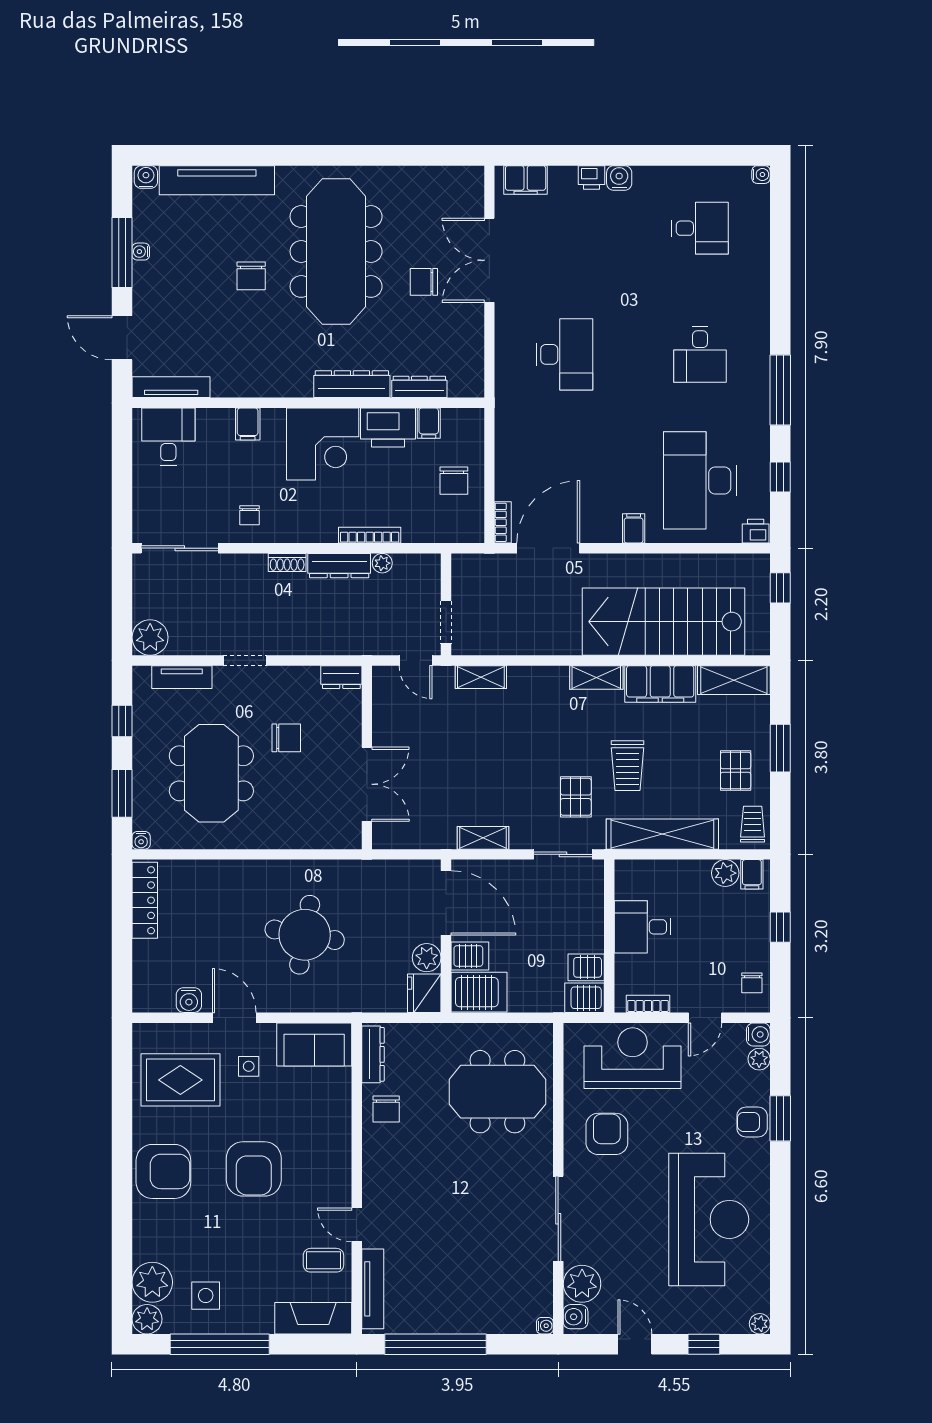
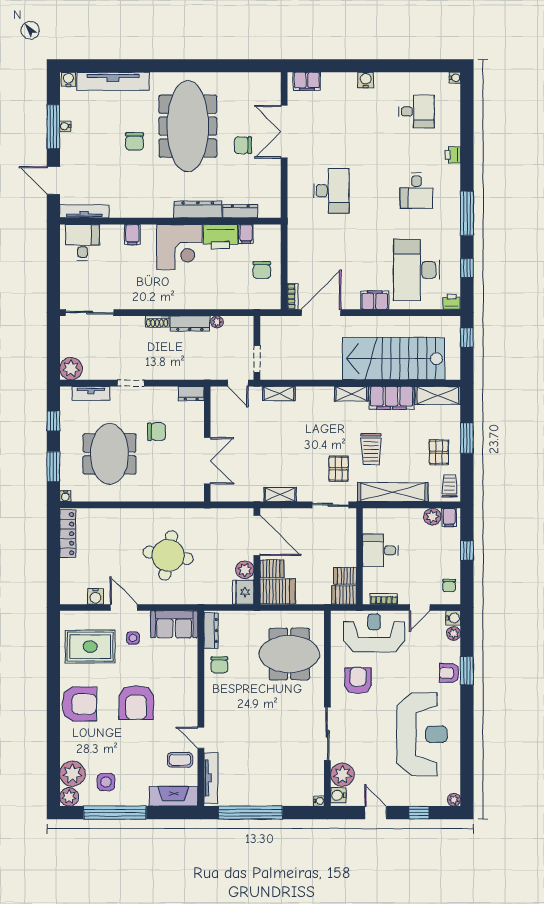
printer: (592, 177) -> (453, 155), moved, turned 90
chair: (250, 515) -> (133, 292), removed
filing cabinet: (634, 528) -> (375, 300), width x2.00
bookcase: (370, 535) -> (209, 304), removed

